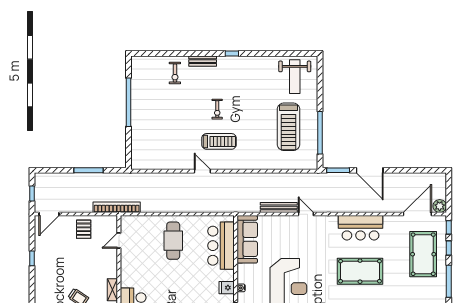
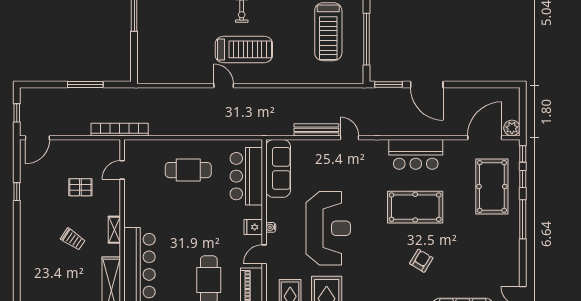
treadmill: (219, 141) -> (244, 49), width x1.37, depth x1.38
pallet: (84, 229) -> (80, 187), moved, turned 90
cafe table: (173, 241) -> (188, 170), turned 90

